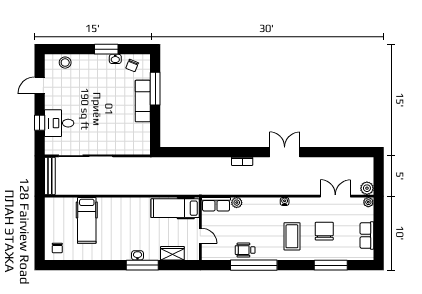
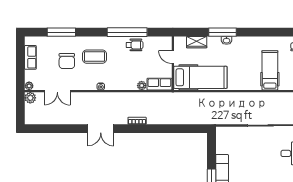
hospital bed: (175, 208) -> (200, 77), width x1.37, depth x1.29
coffee table: (292, 236) -> (94, 57), turned 90

